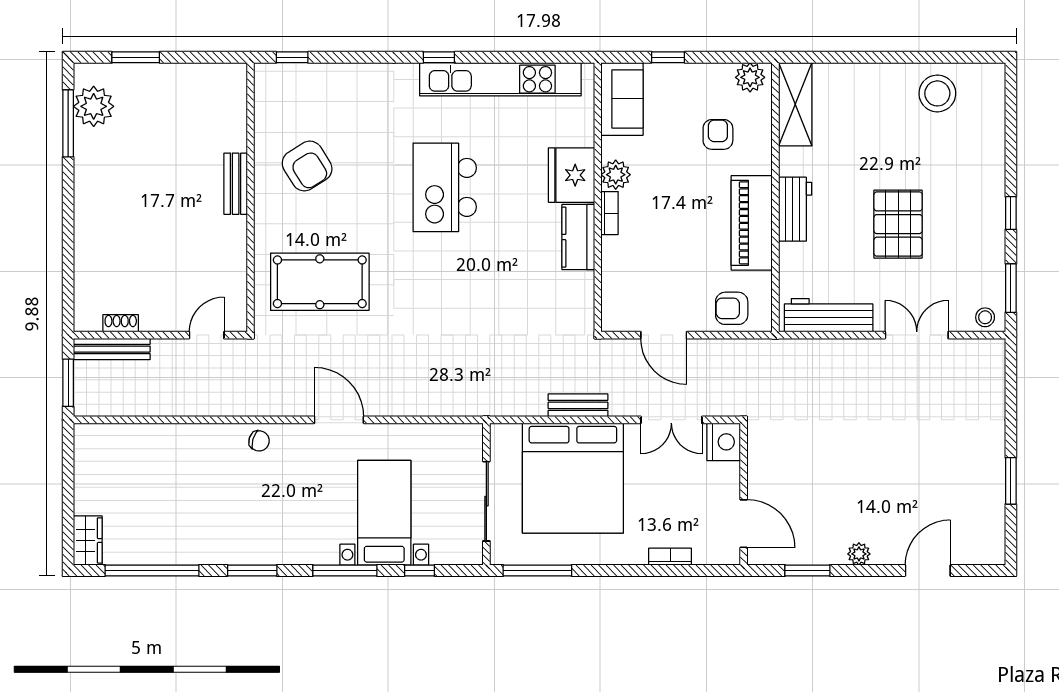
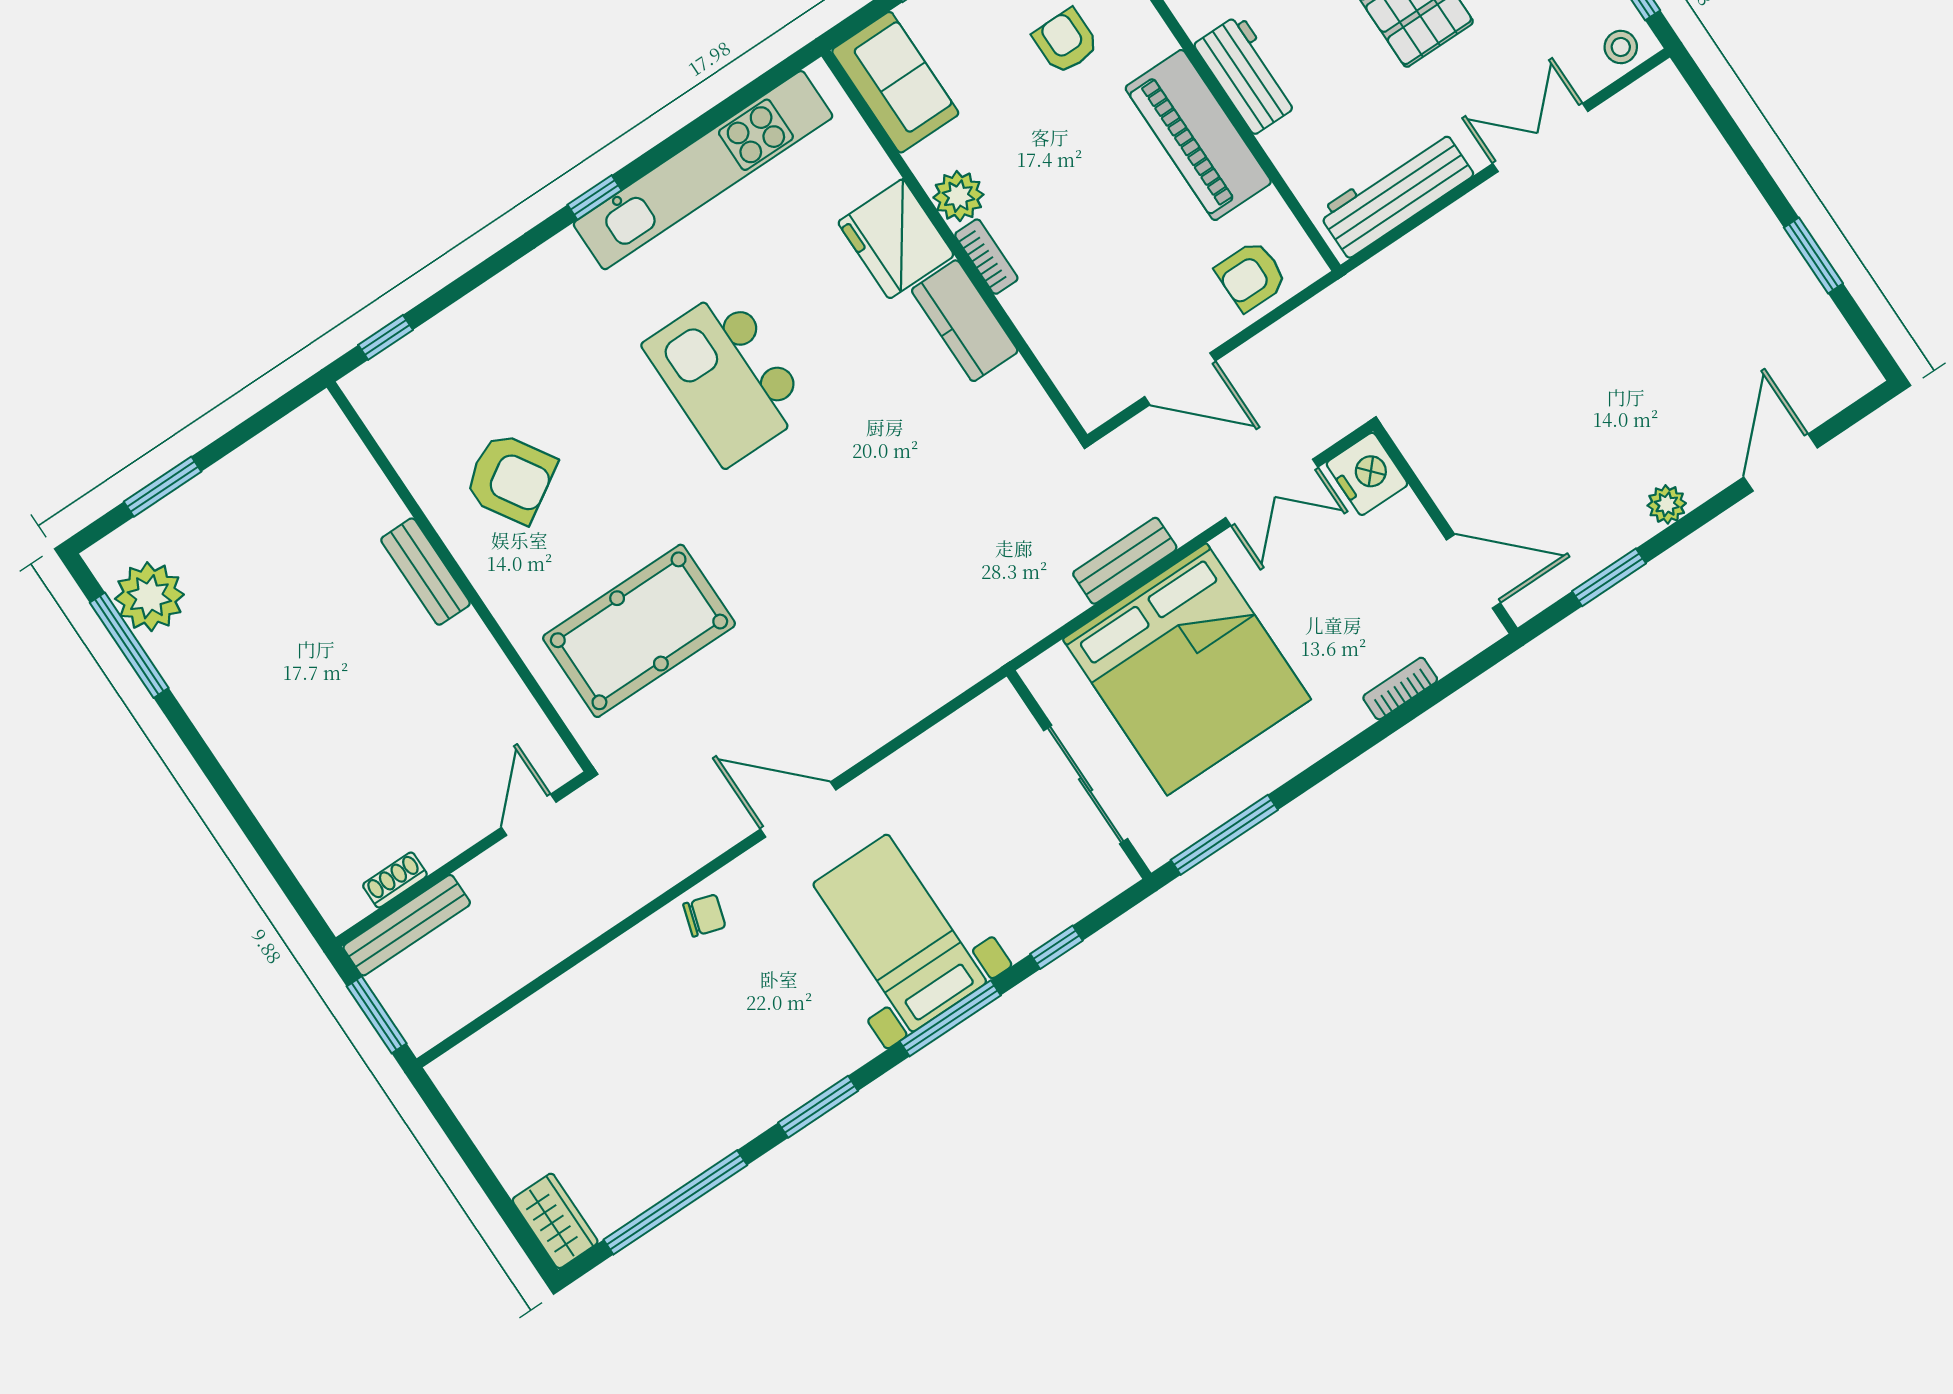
bed with nightstands: (384, 513) -> (900, 933), moved

